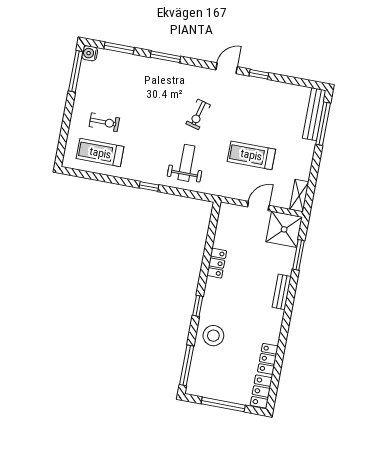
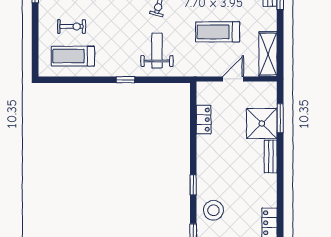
shelving: (299, 196) -> (268, 54), width x1.50, depth x1.33
shower: (284, 229) -> (262, 124), moved
locker: (217, 263) -> (204, 120), moved

